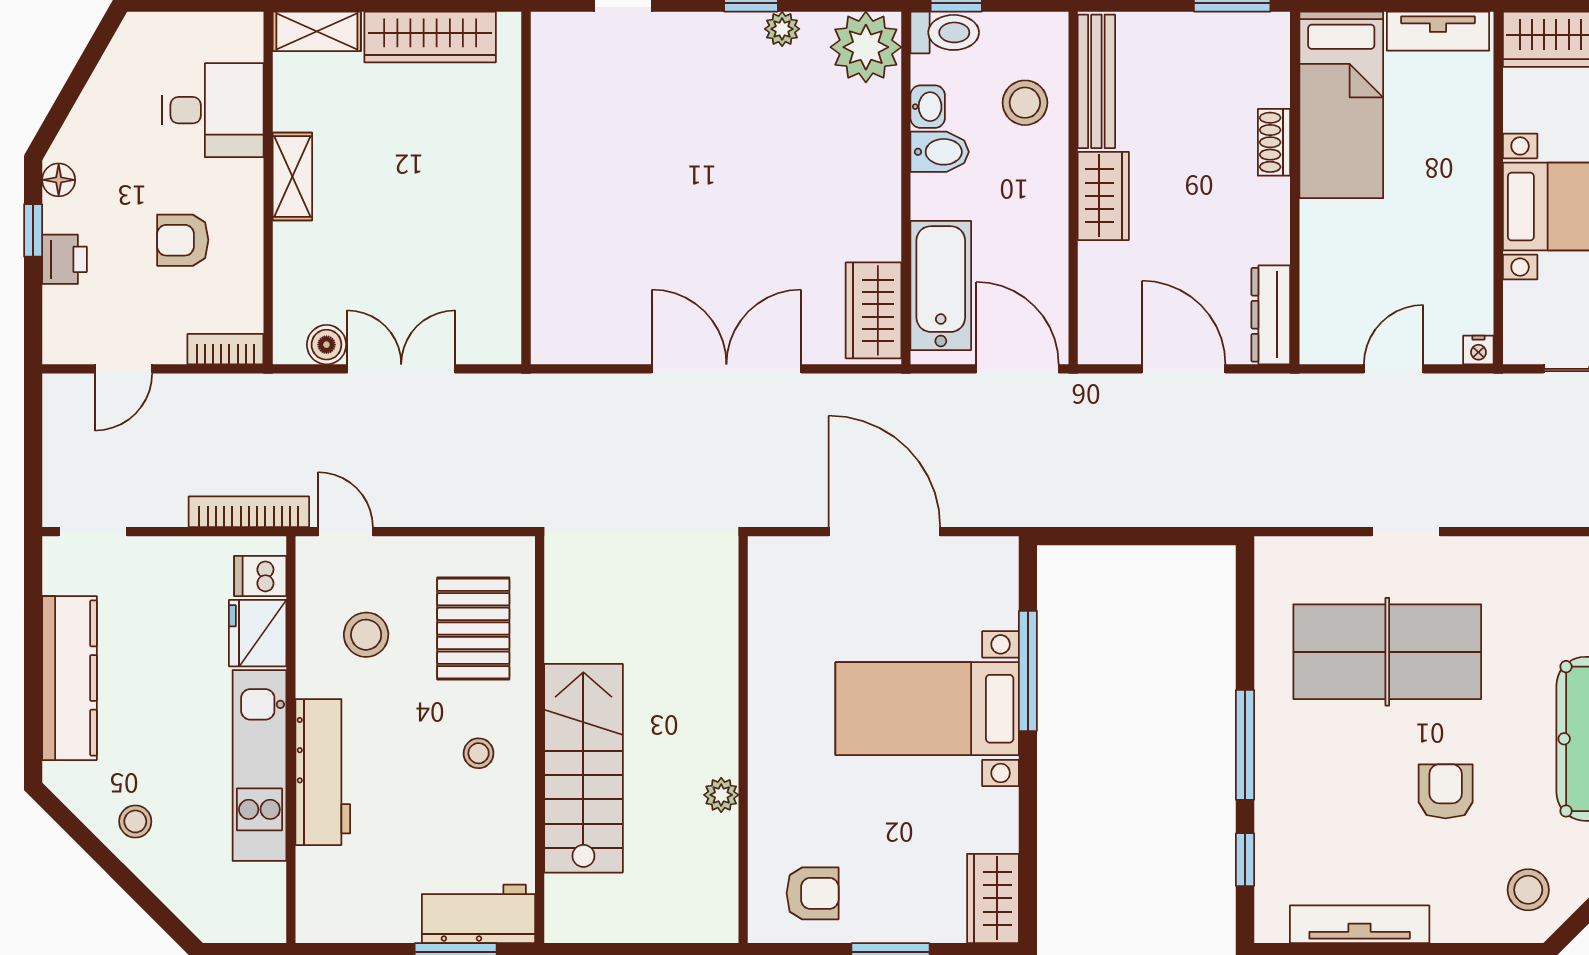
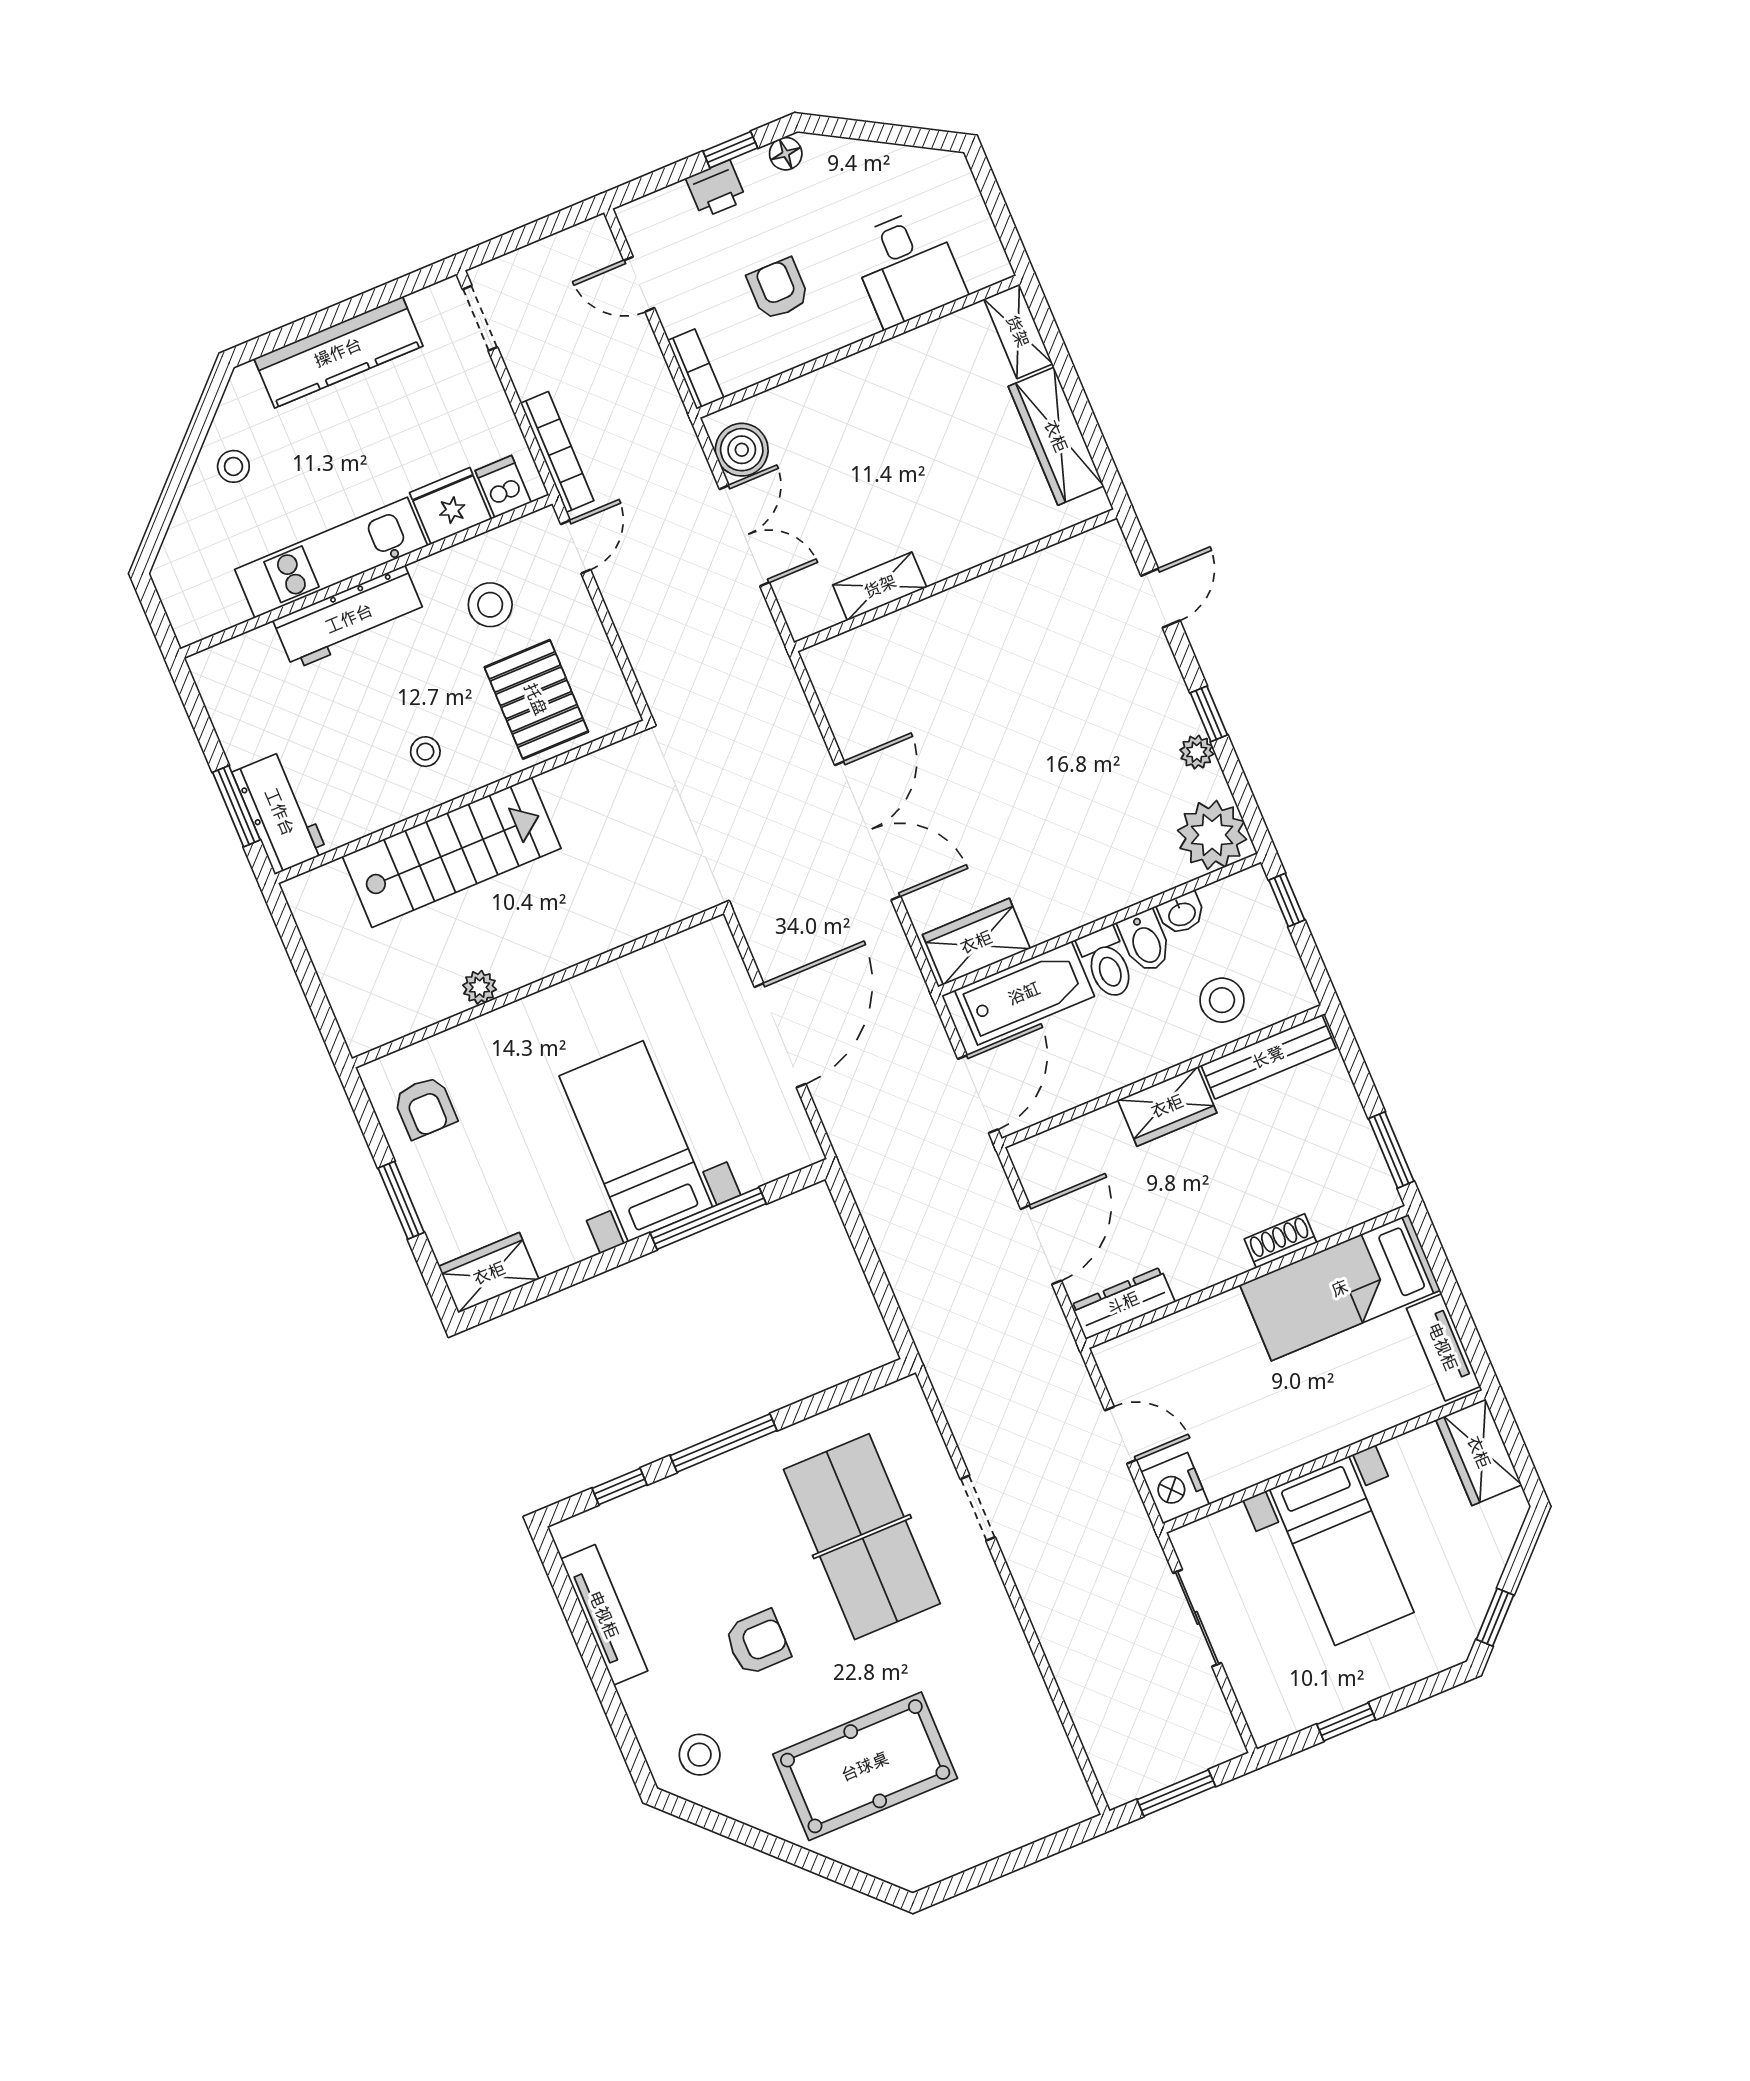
toilet: (945, 32) -> (1107, 963), moved
shelving: (292, 176) -> (880, 586), moved
boiler: (326, 345) -> (742, 450), width x1.36, depth x1.36
nightstand: (1478, 350) -> (1175, 1488), width x1.89, depth x1.79
pallet: (473, 628) -> (536, 699), turned 90

